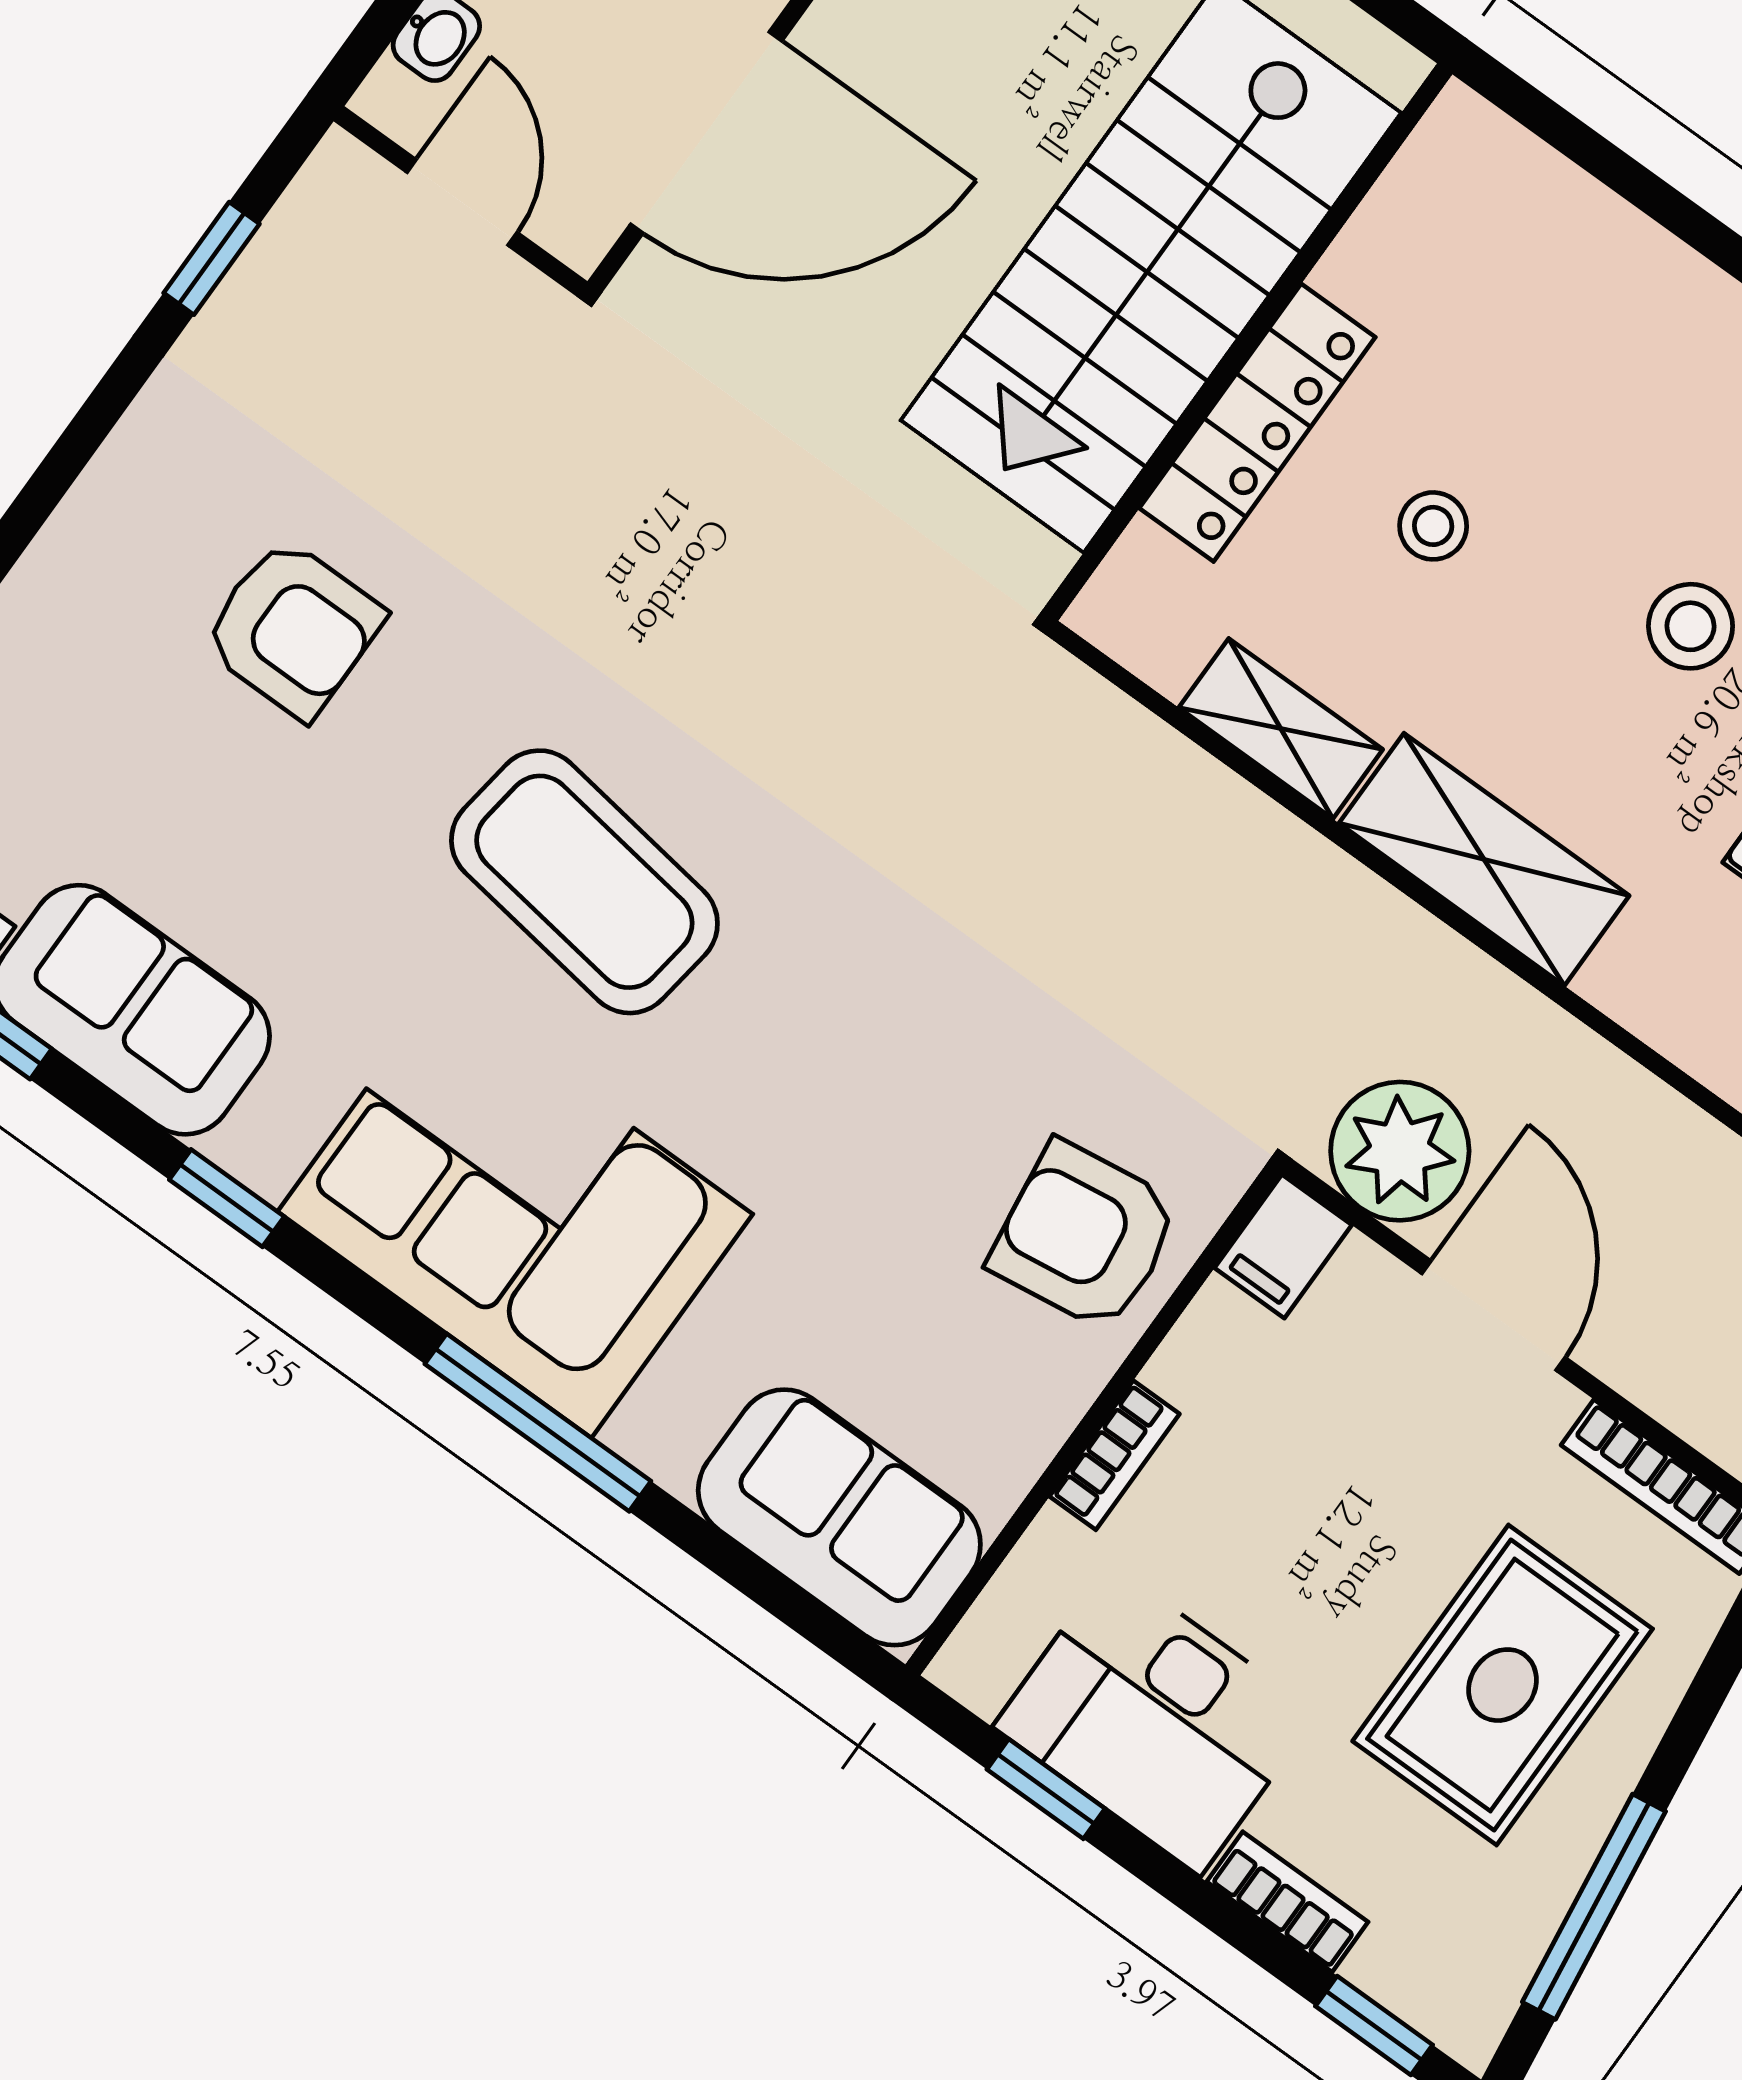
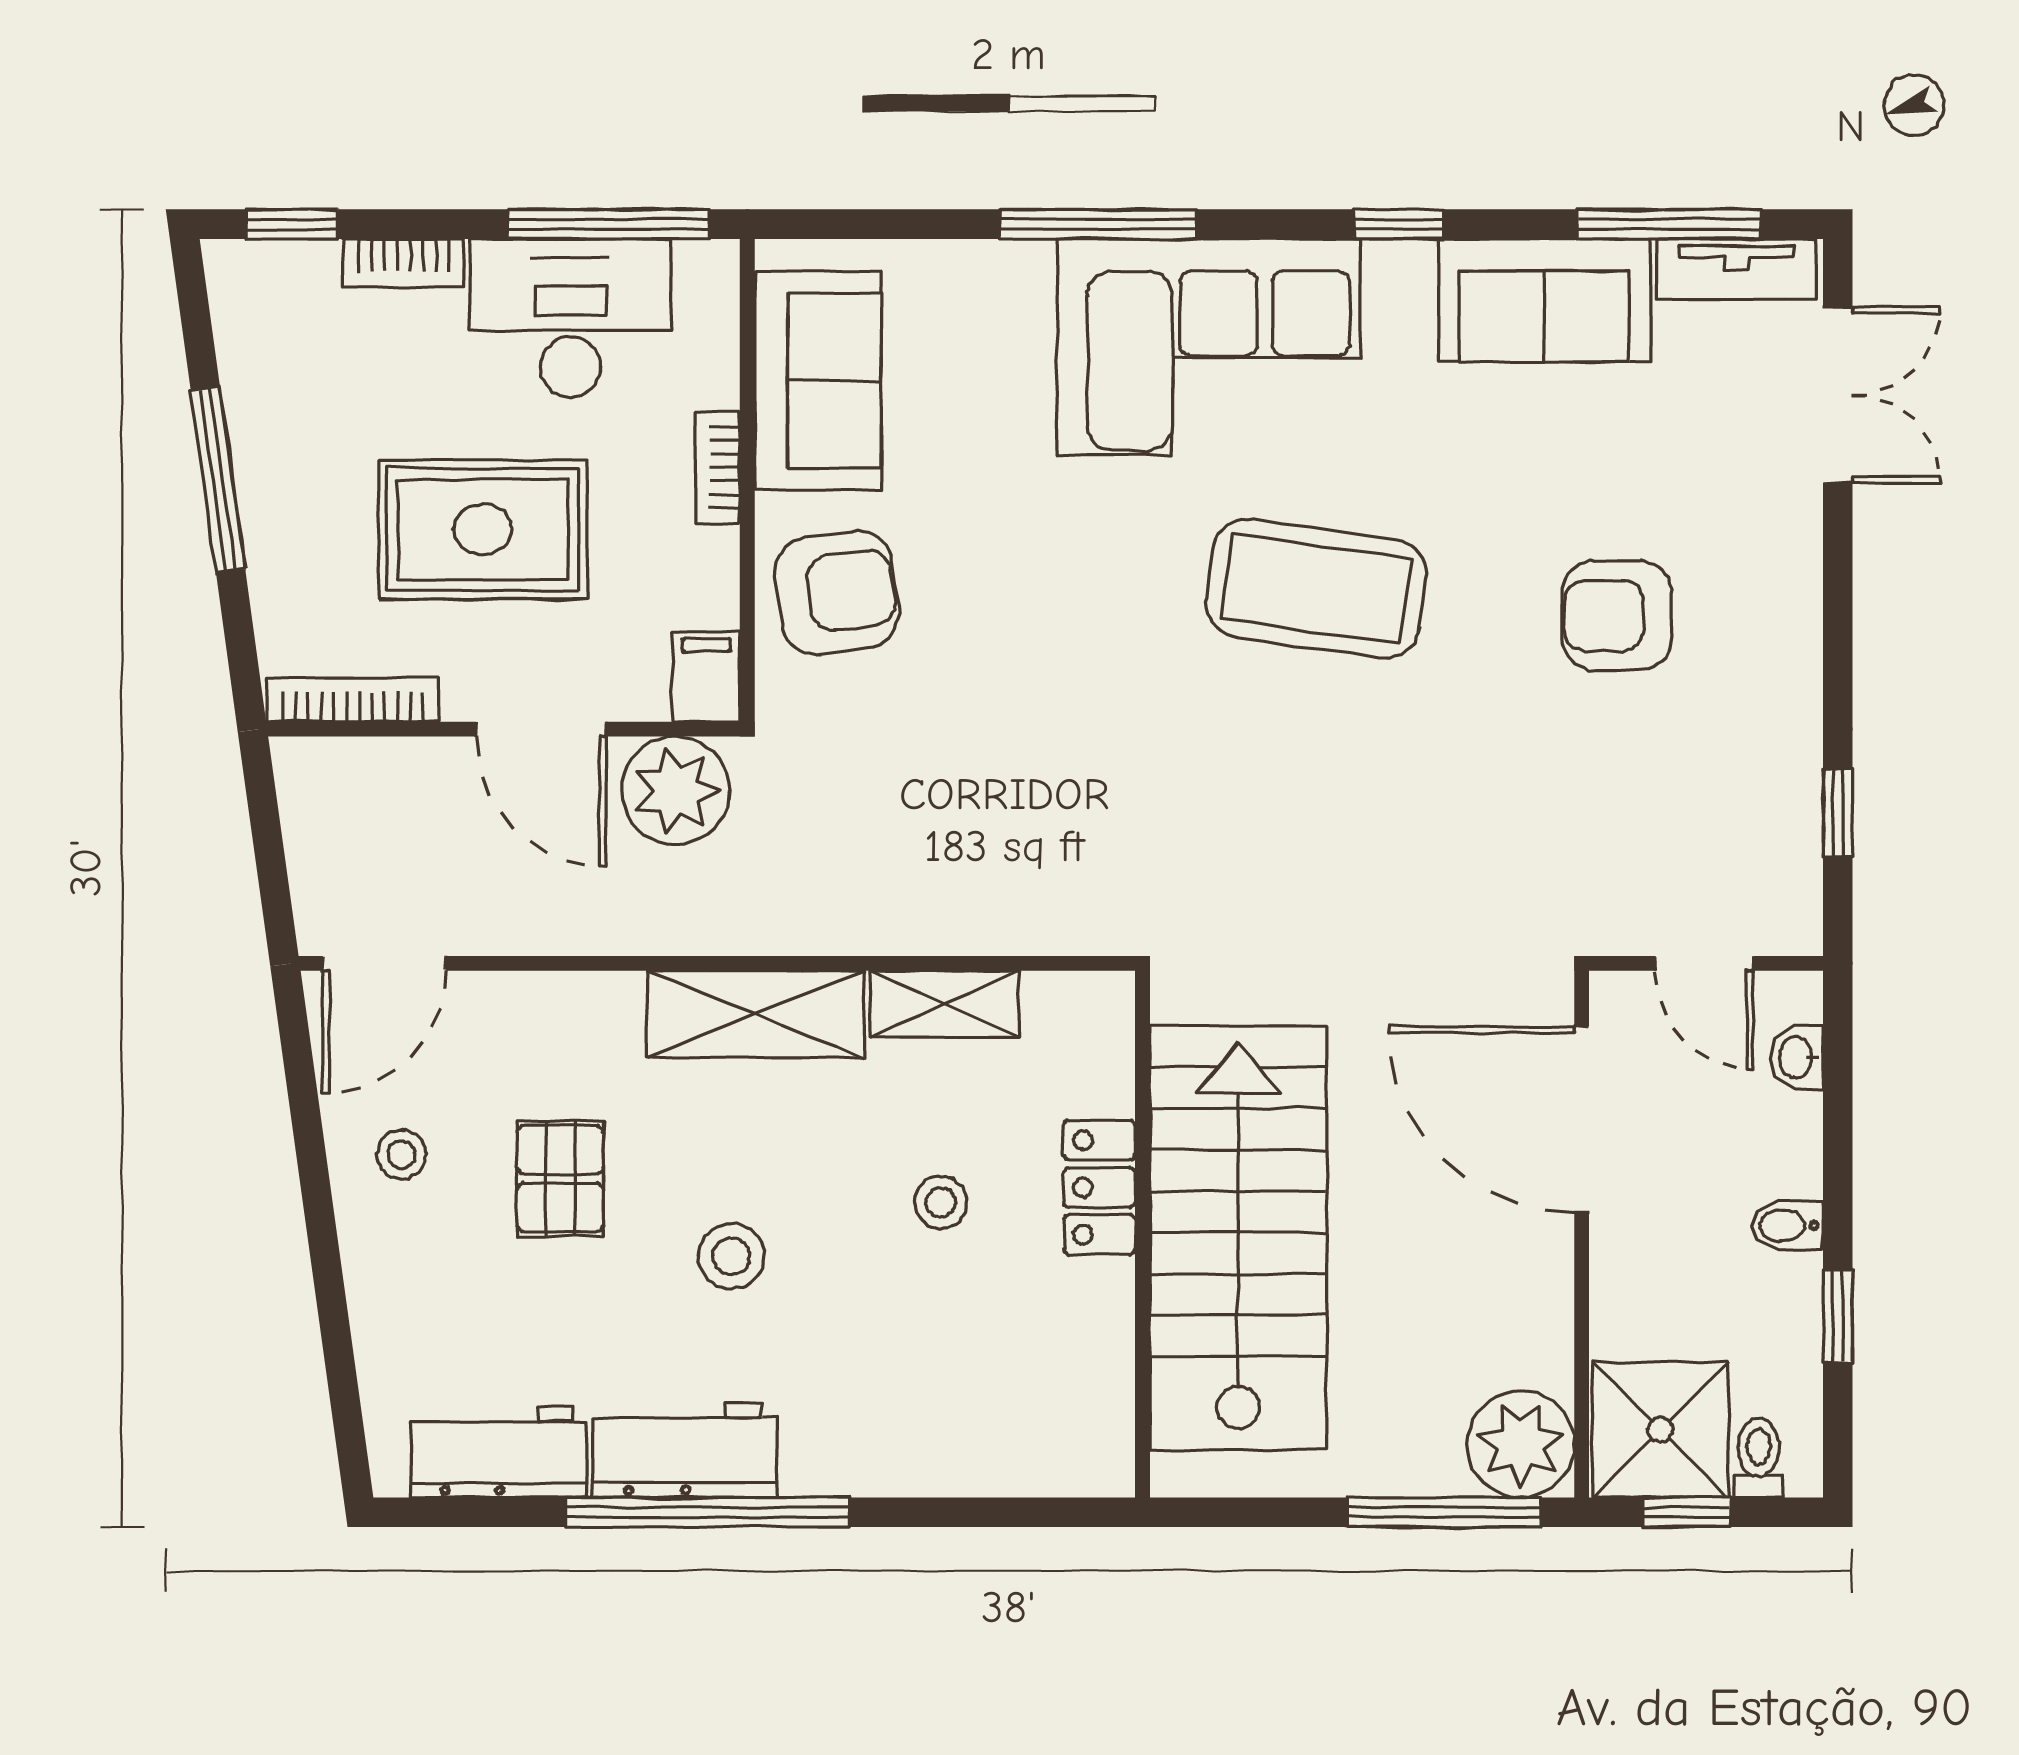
door: (706, 133) -> (1582, 1119), hinge flipped
locker: (1257, 423) -> (1099, 1187), width x0.66
sofa: (839, 1517) -> (818, 380), moved, turned -90
rug: (1503, 1685) -> (483, 529), moved, turned 90
window: (1046, 1789) -> (608, 224), width x2.17
window: (1594, 1907) -> (218, 480), moved

